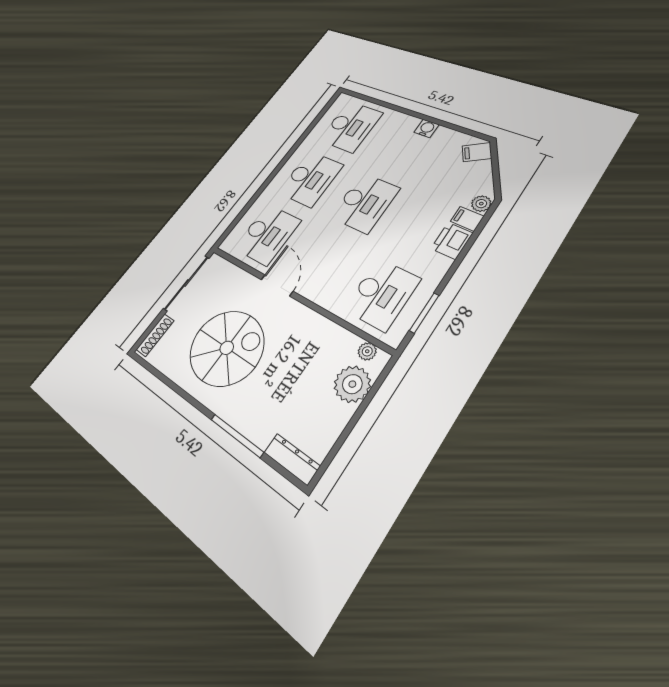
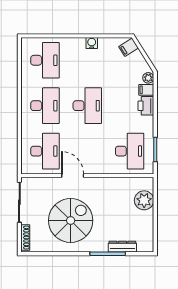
plant: (367, 351) -> (141, 182), removed
dresser: (292, 459) -> (122, 247), moved

